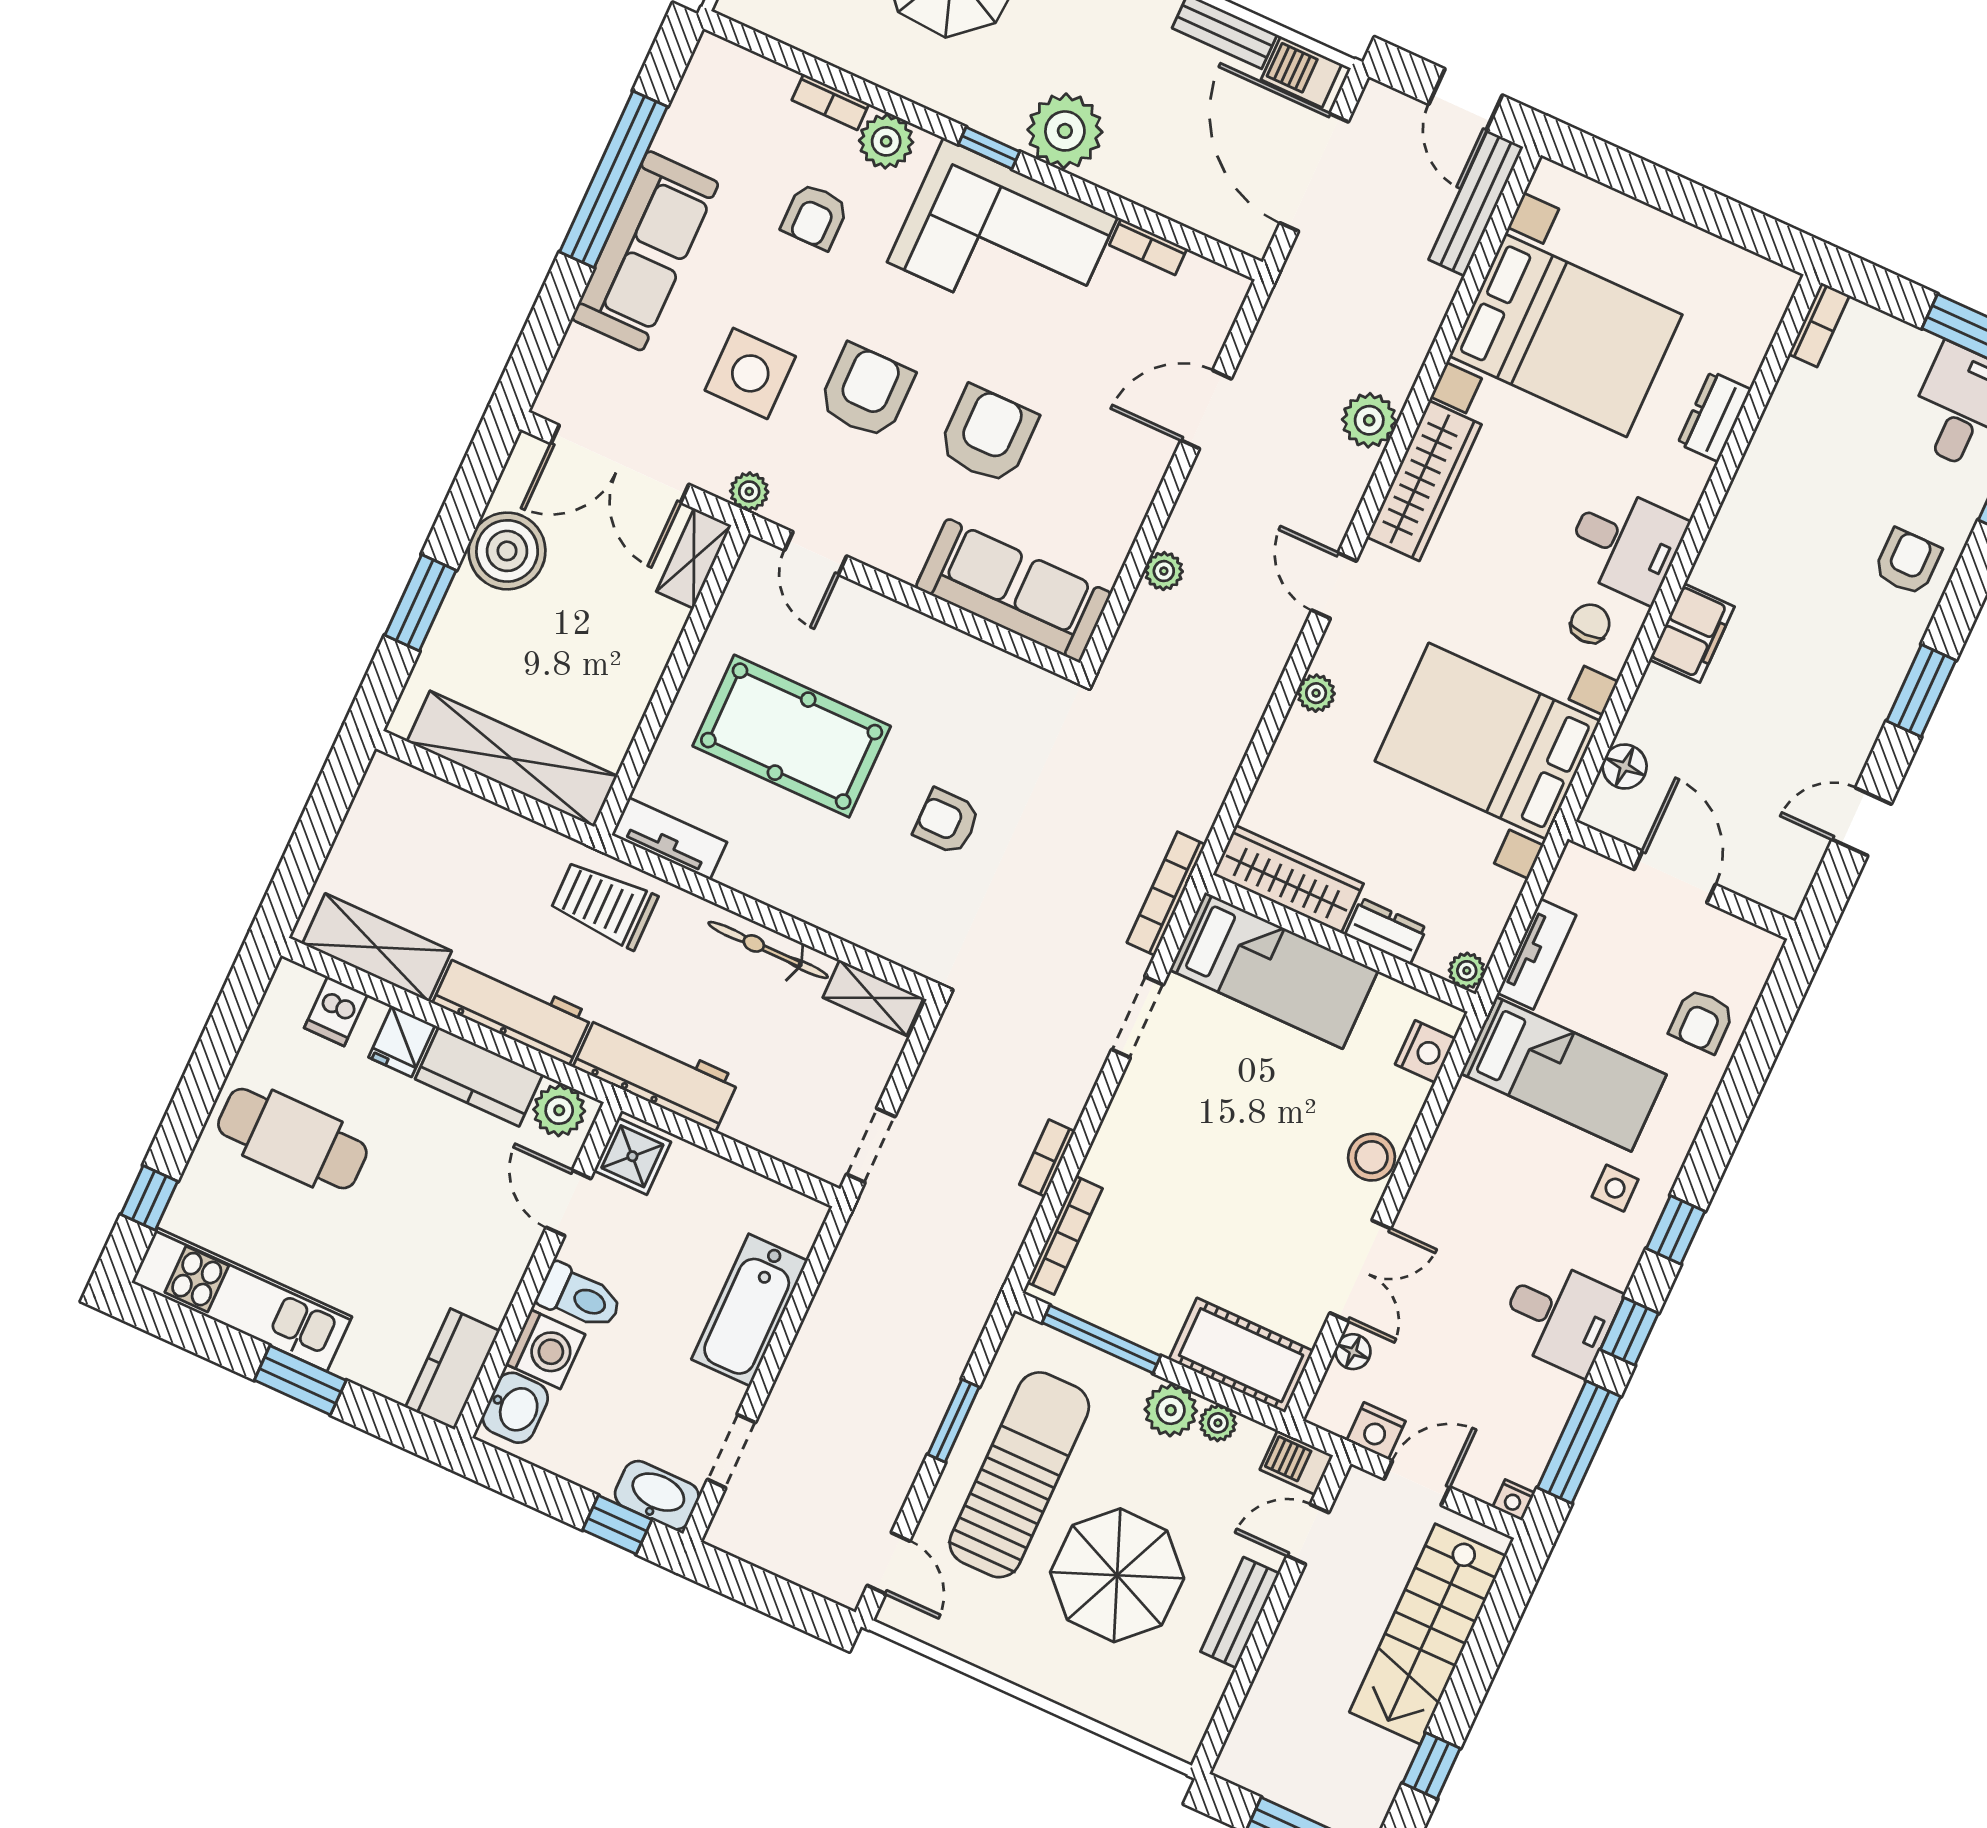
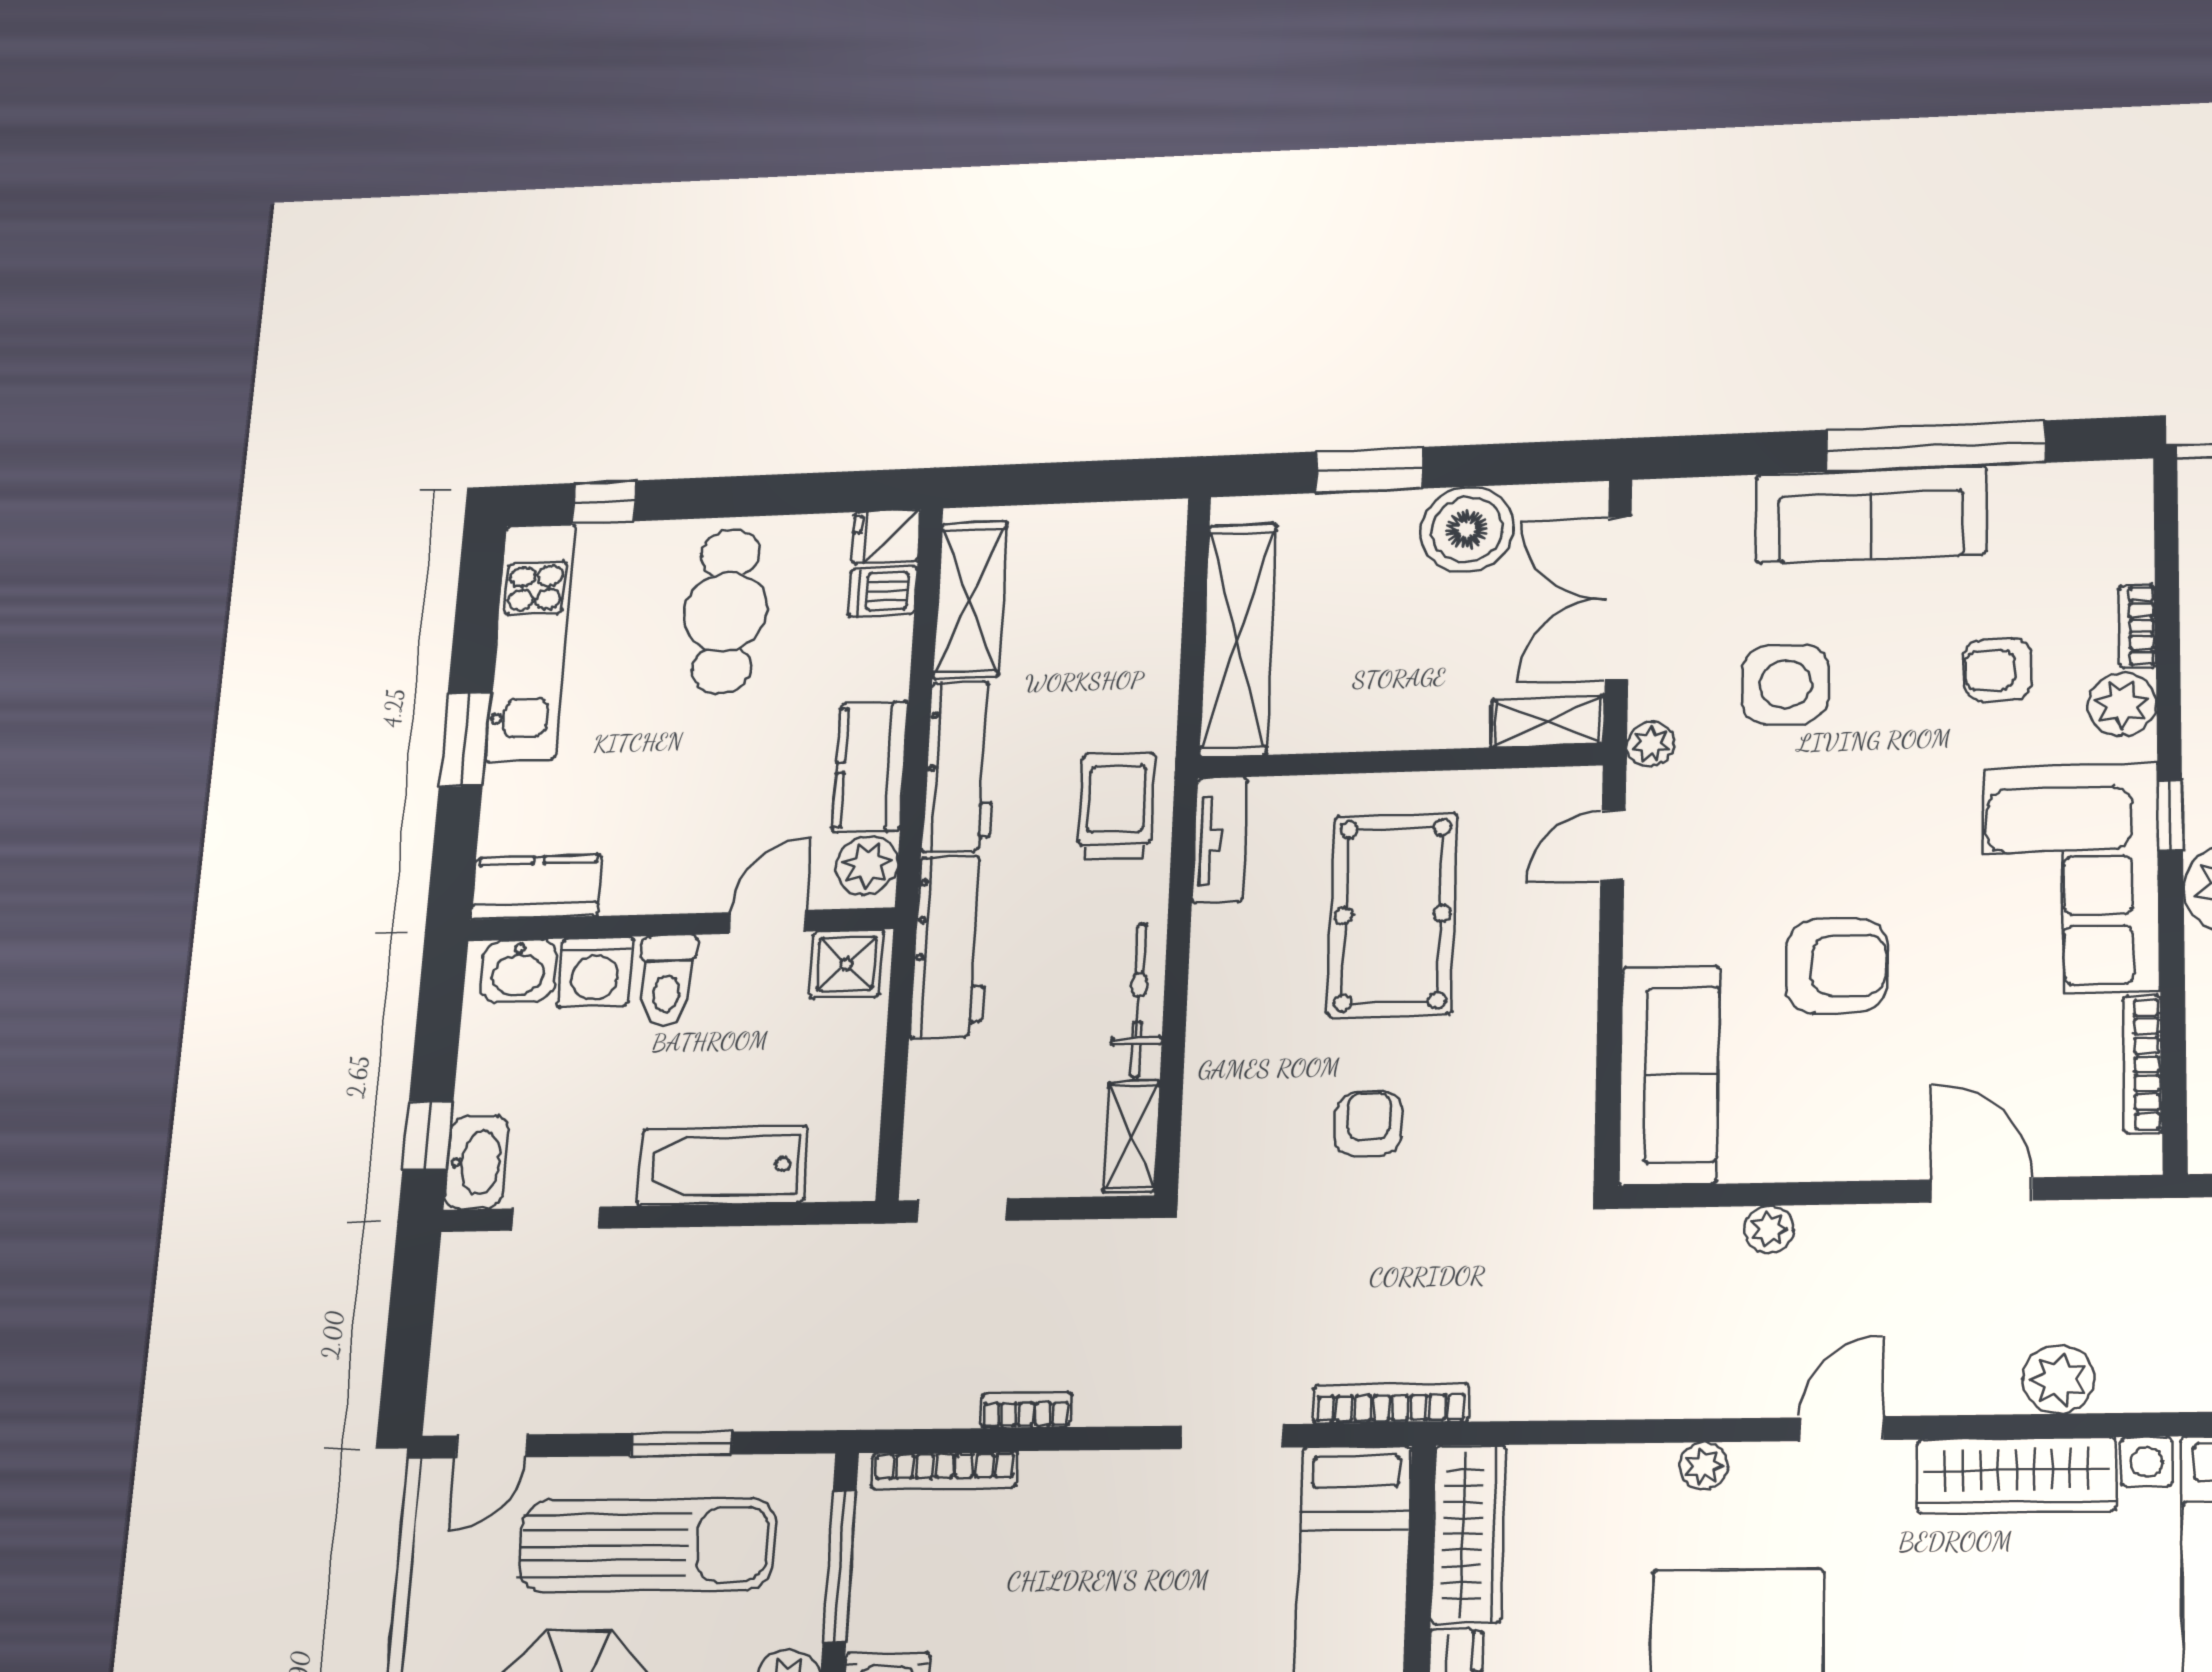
bookcase: (1148, 247) -> (2142, 1064), width x1.56
armchair: (866, 391) -> (1824, 814), removed
fridge: (402, 1041) -> (886, 537), moved

